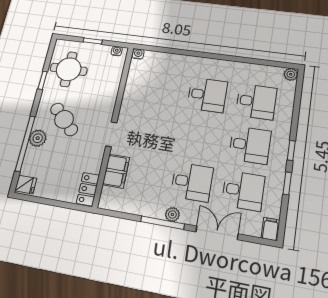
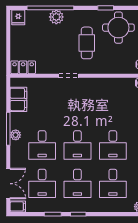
cafe table: (64, 119) -> (87, 43), moved, turned -44
desk: (200, 137) -> (77, 145), added
filing cabinet: (116, 171) -> (18, 99), moved, turned -90
double door: (217, 233) -> (8, 184), moved

